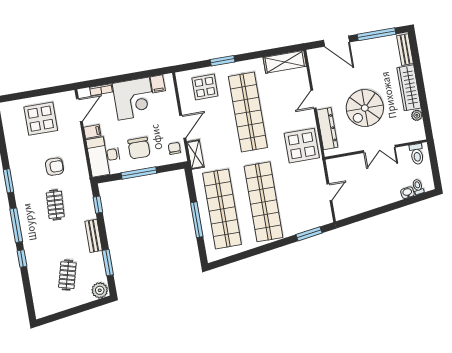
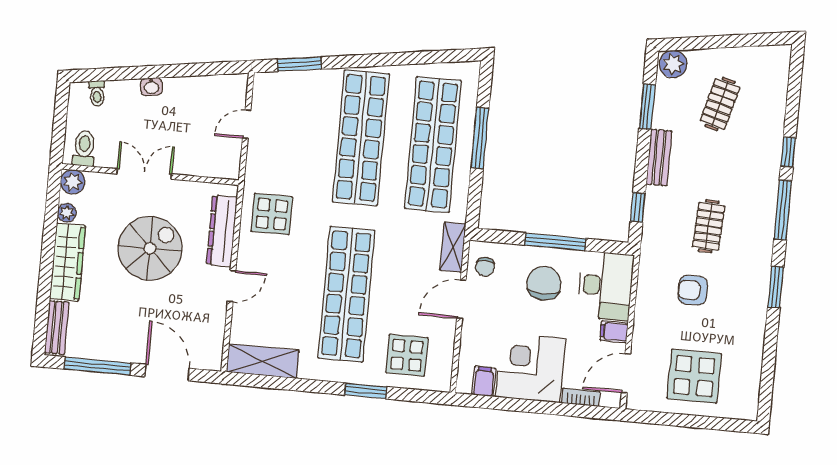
plant: (418, 134) -> (73, 182), added
display table: (302, 146) -> (272, 214), width x0.73, depth x0.73
washbasin: (407, 193) -> (152, 87), moved

